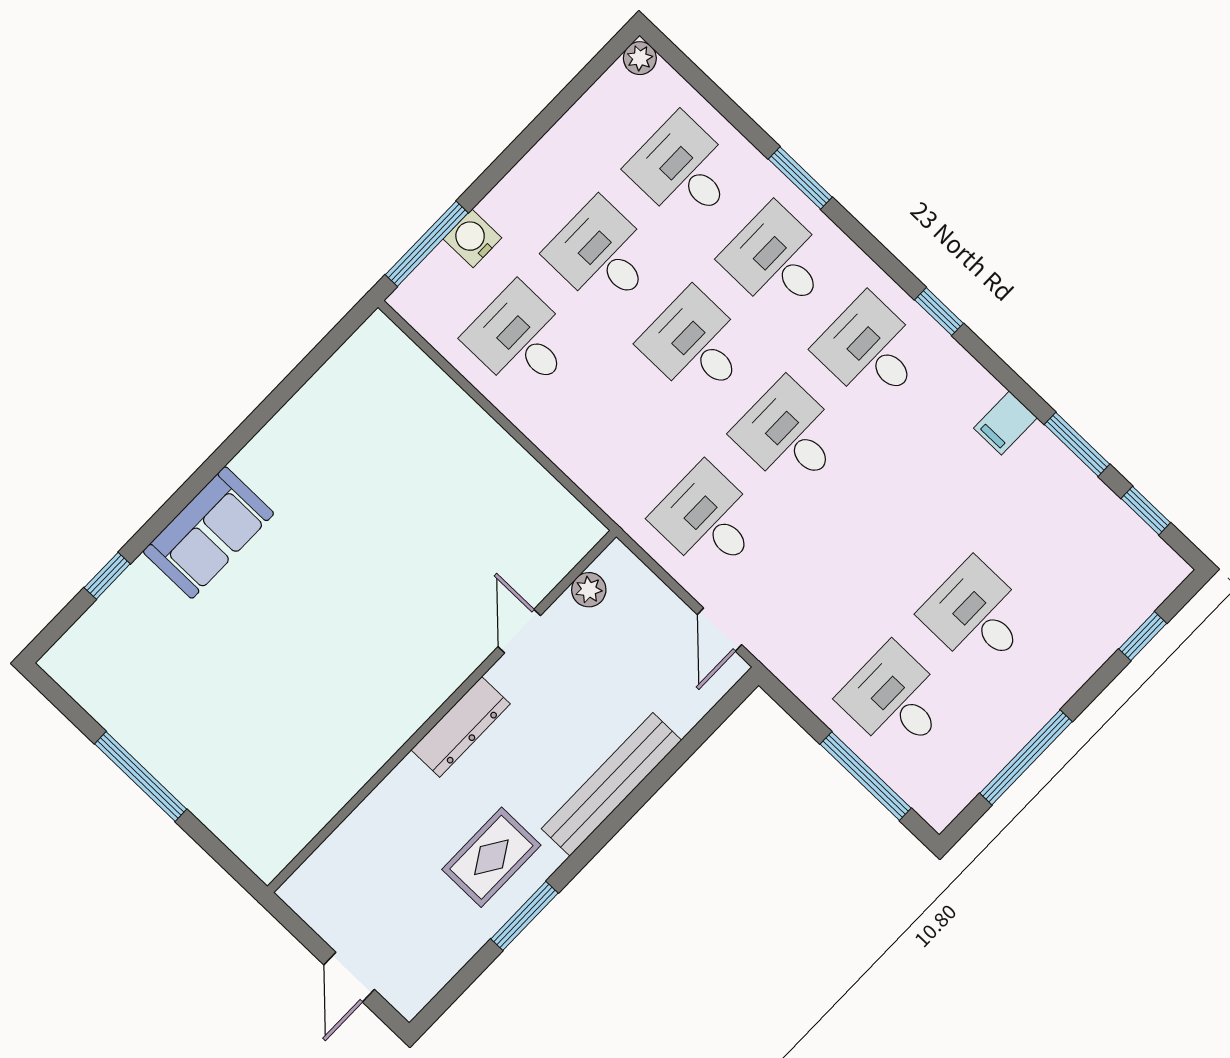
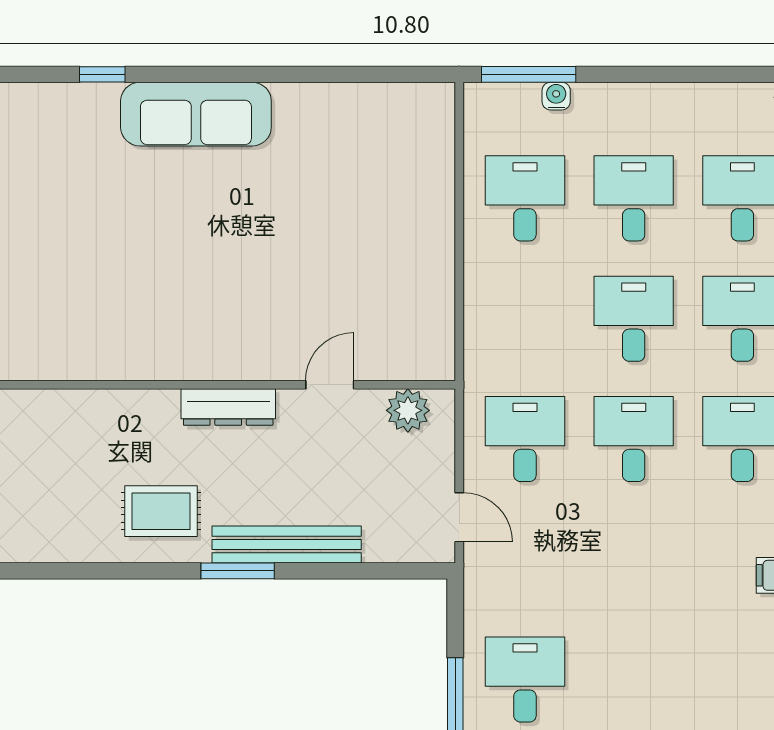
water cooler: (472, 238) -> (556, 96), width x0.72, depth x0.72
sofa: (208, 533) -> (196, 114), width x1.36
plant: (589, 590) -> (408, 410), width x1.38, depth x1.38
desk: (977, 615) -> (634, 680), removed
door: (719, 630) -> (459, 517), swing flipped
window: (524, 916) -> (238, 571), moved

